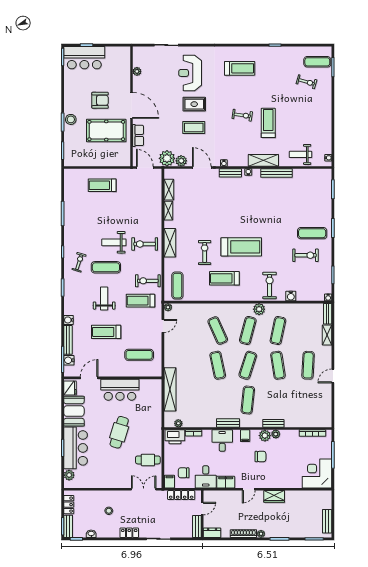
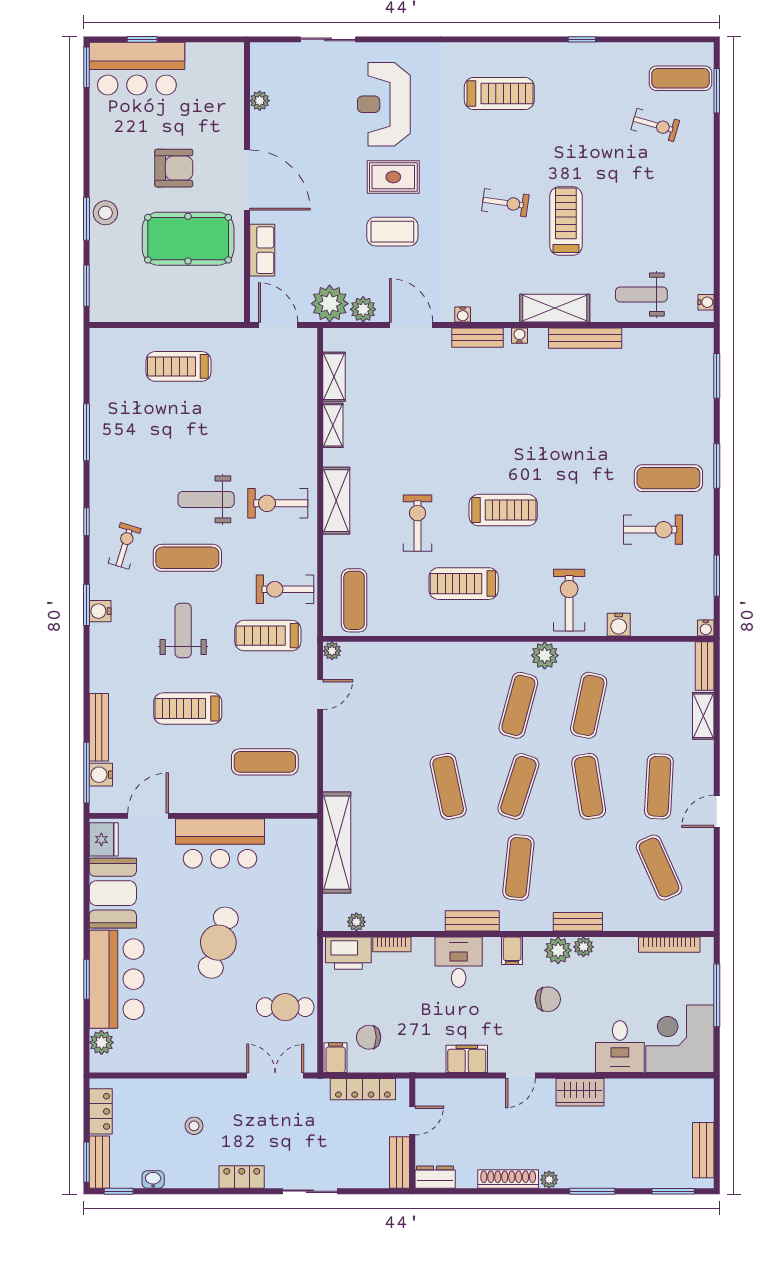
treadmill: (241, 247) -> (503, 510), width x0.73, depth x0.73
water cooler: (69, 320) -> (100, 611), moved
exercise mat: (218, 331) -> (659, 868), moved
desk: (206, 477) -> (620, 1047), moved

